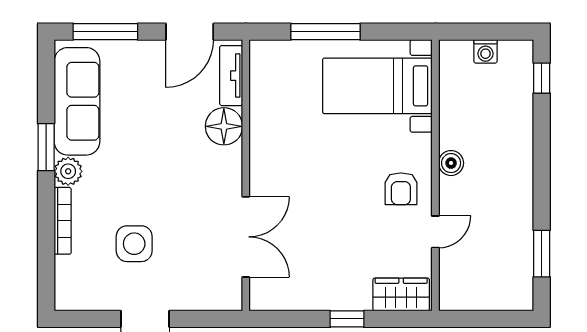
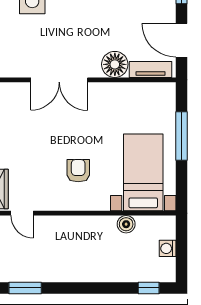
boiler: (451, 163) -> (126, 224), moved
armchair: (401, 189) -> (78, 171), moved, turned 90
door: (435, 232) -> (22, 213), moved
double door: (246, 237) -> (59, 80), moved

